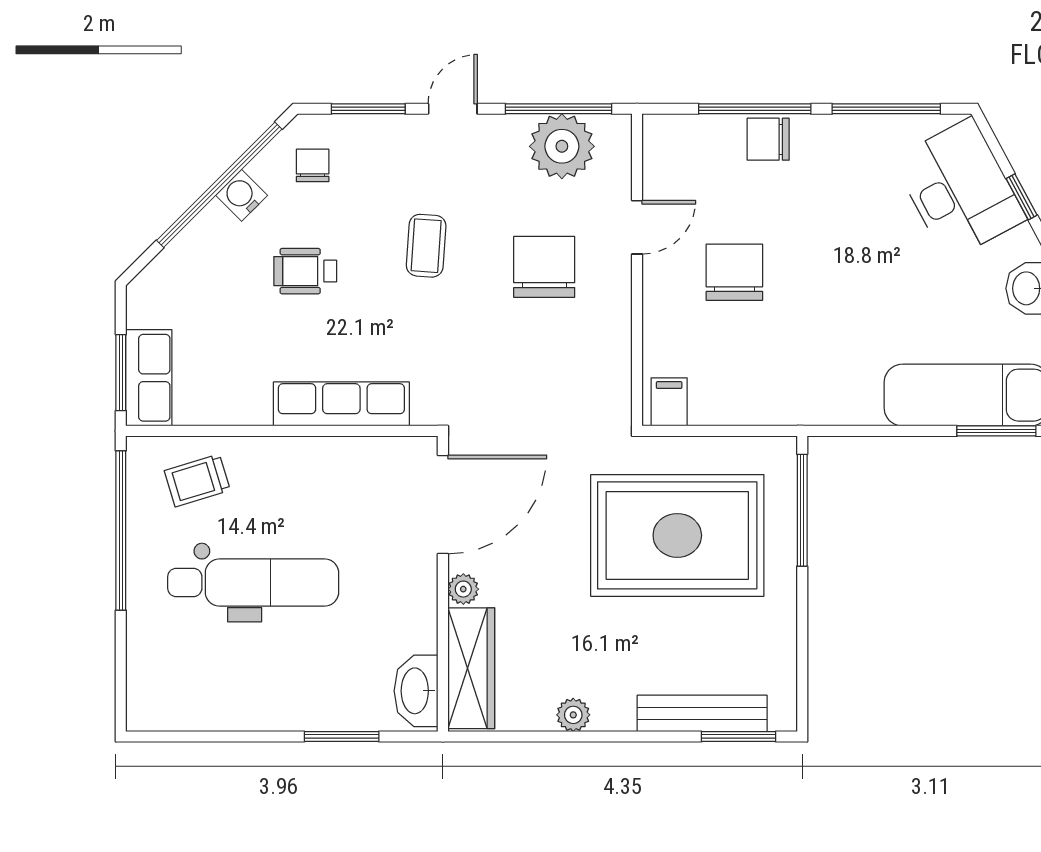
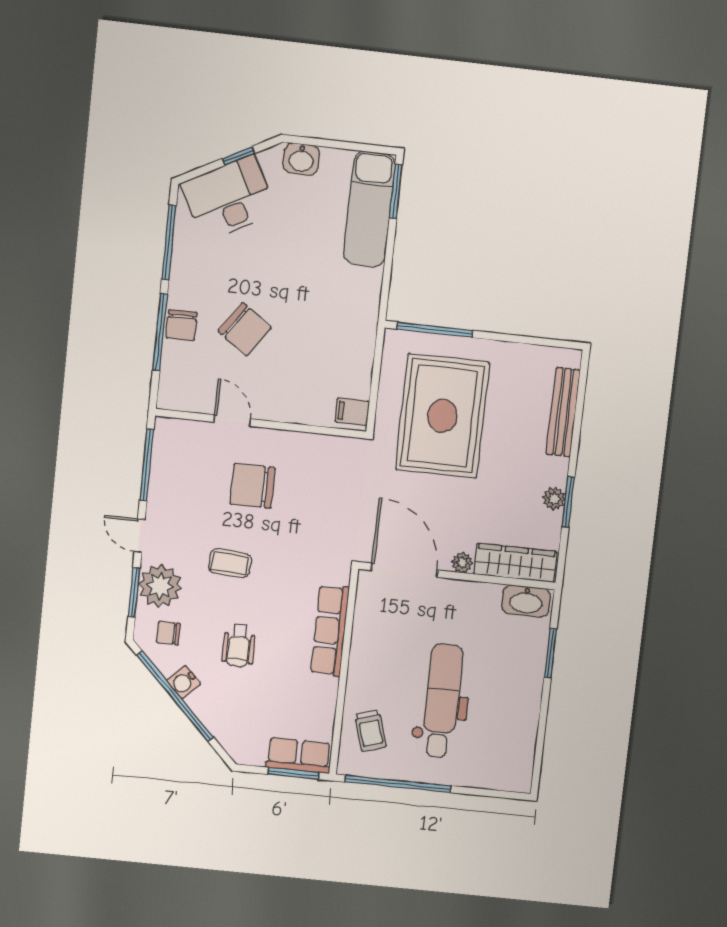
plant: (562, 146) -> (160, 586), moved
chair: (734, 272) -> (245, 329), moved, turned -145
window: (739, 737) -> (568, 502), moved

